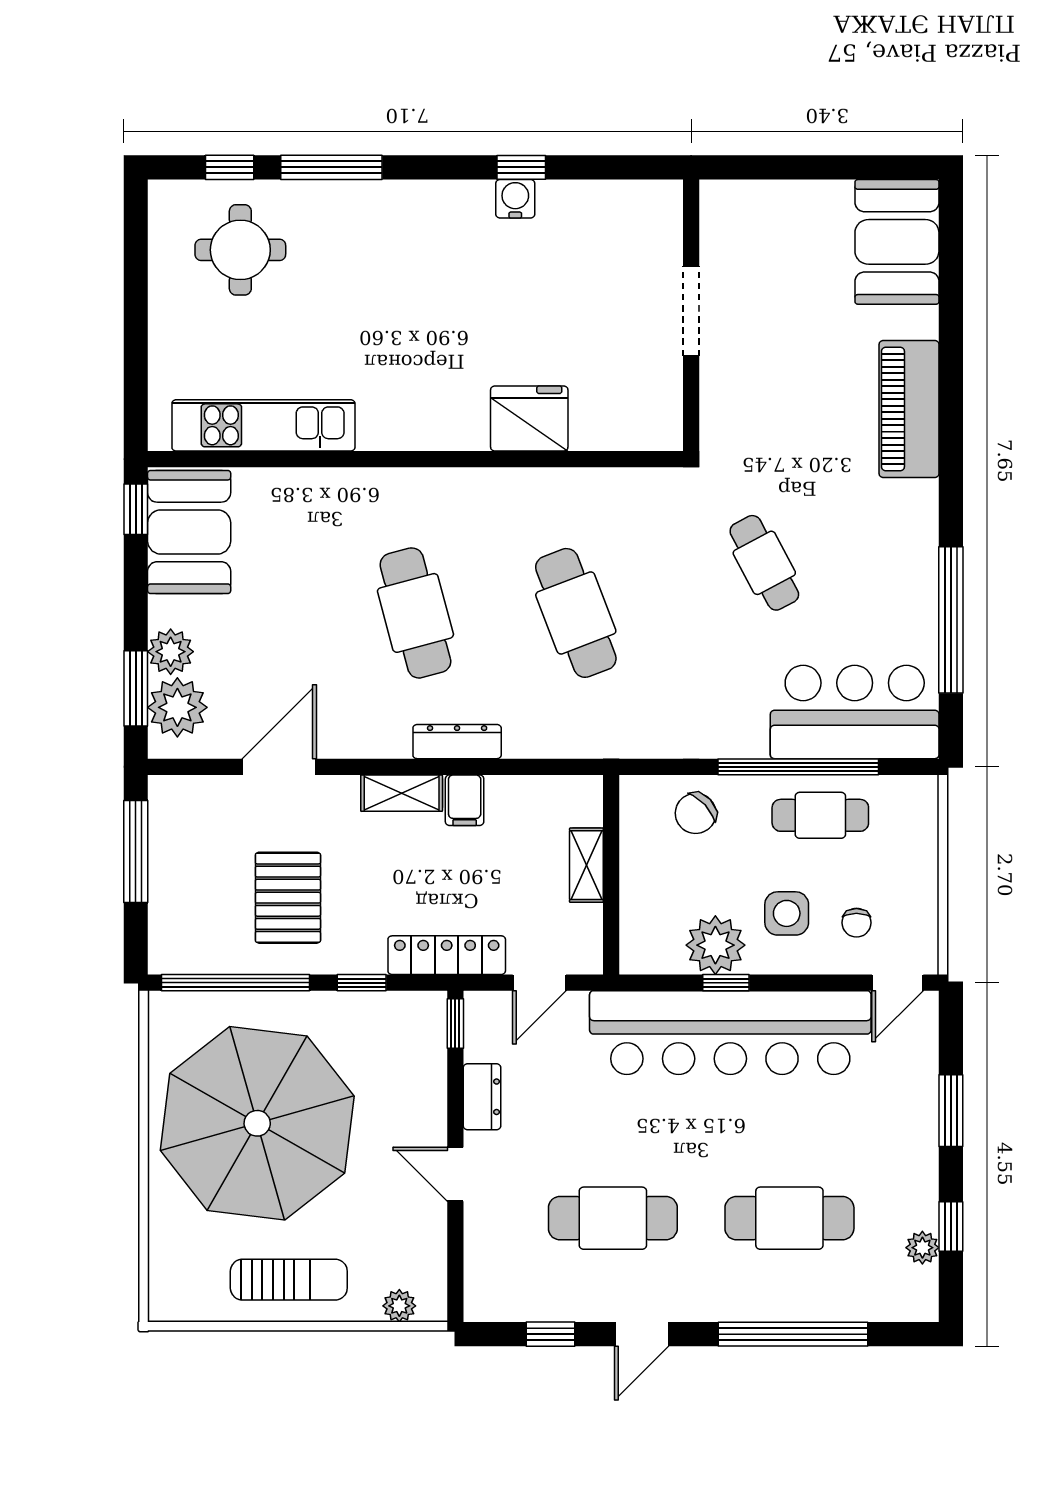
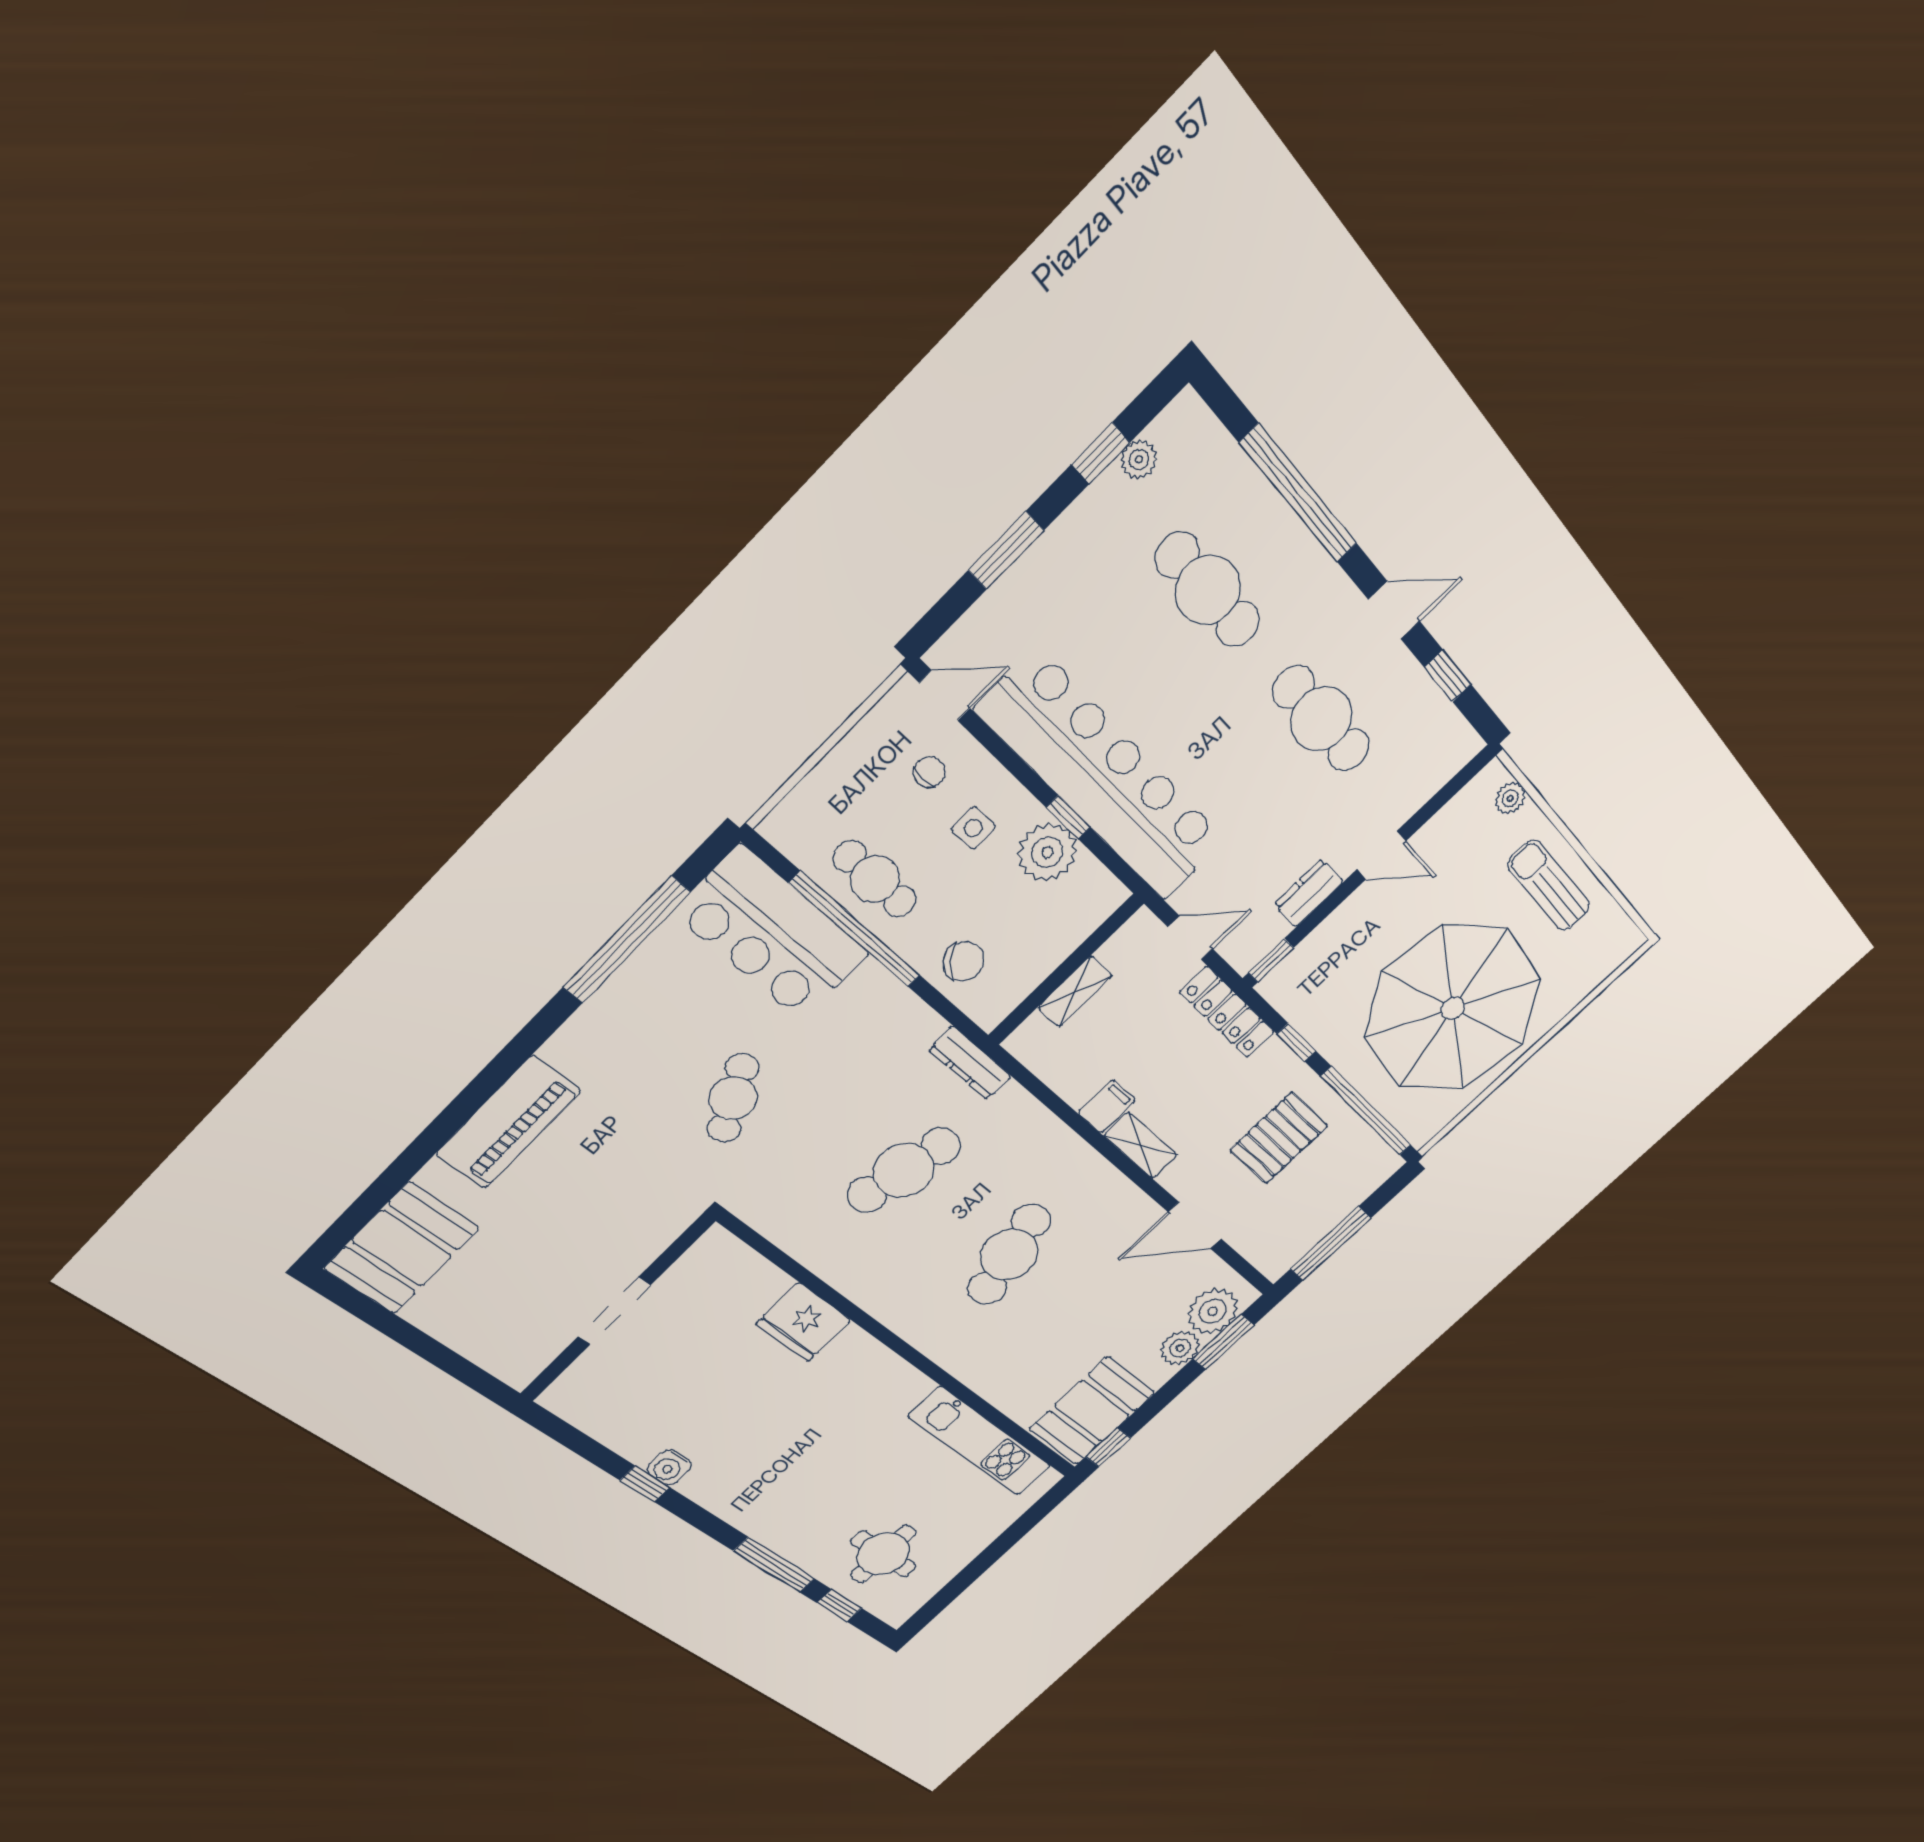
cafe table: (576, 613) -> (904, 1170), turned 33
dresser: (457, 742) -> (970, 1063), moved
side table: (787, 913) -> (973, 828), width x0.73, depth x0.73
door: (455, 1174) -> (1381, 855), hinge flipped

